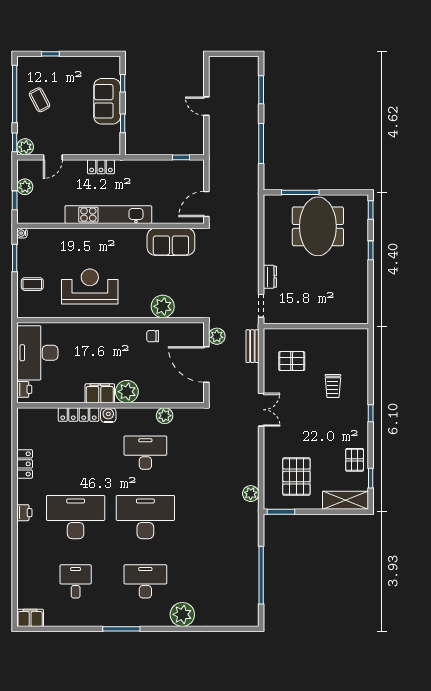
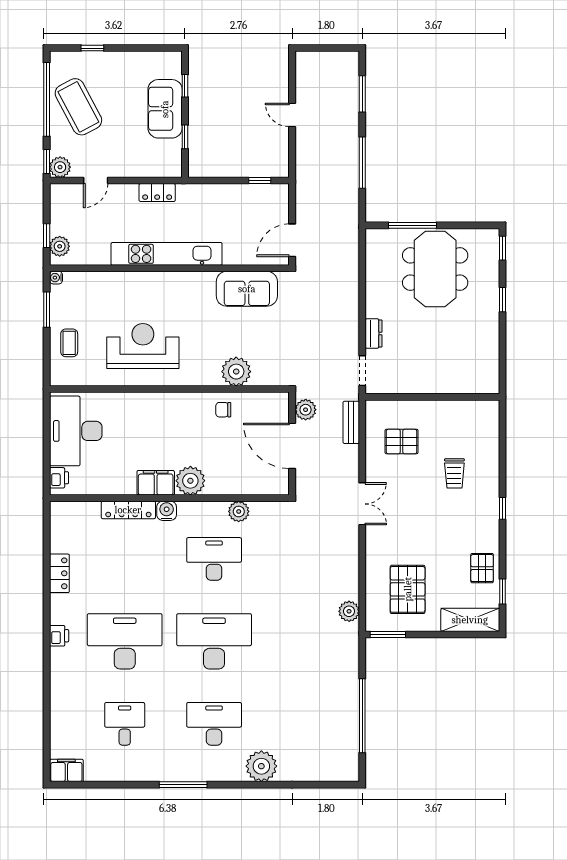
coffee table: (39, 100) -> (78, 107), width x1.86, depth x1.72
plant: (25, 187) -> (60, 246), moved
coffee table: (32, 284) -> (69, 343), turned 90

